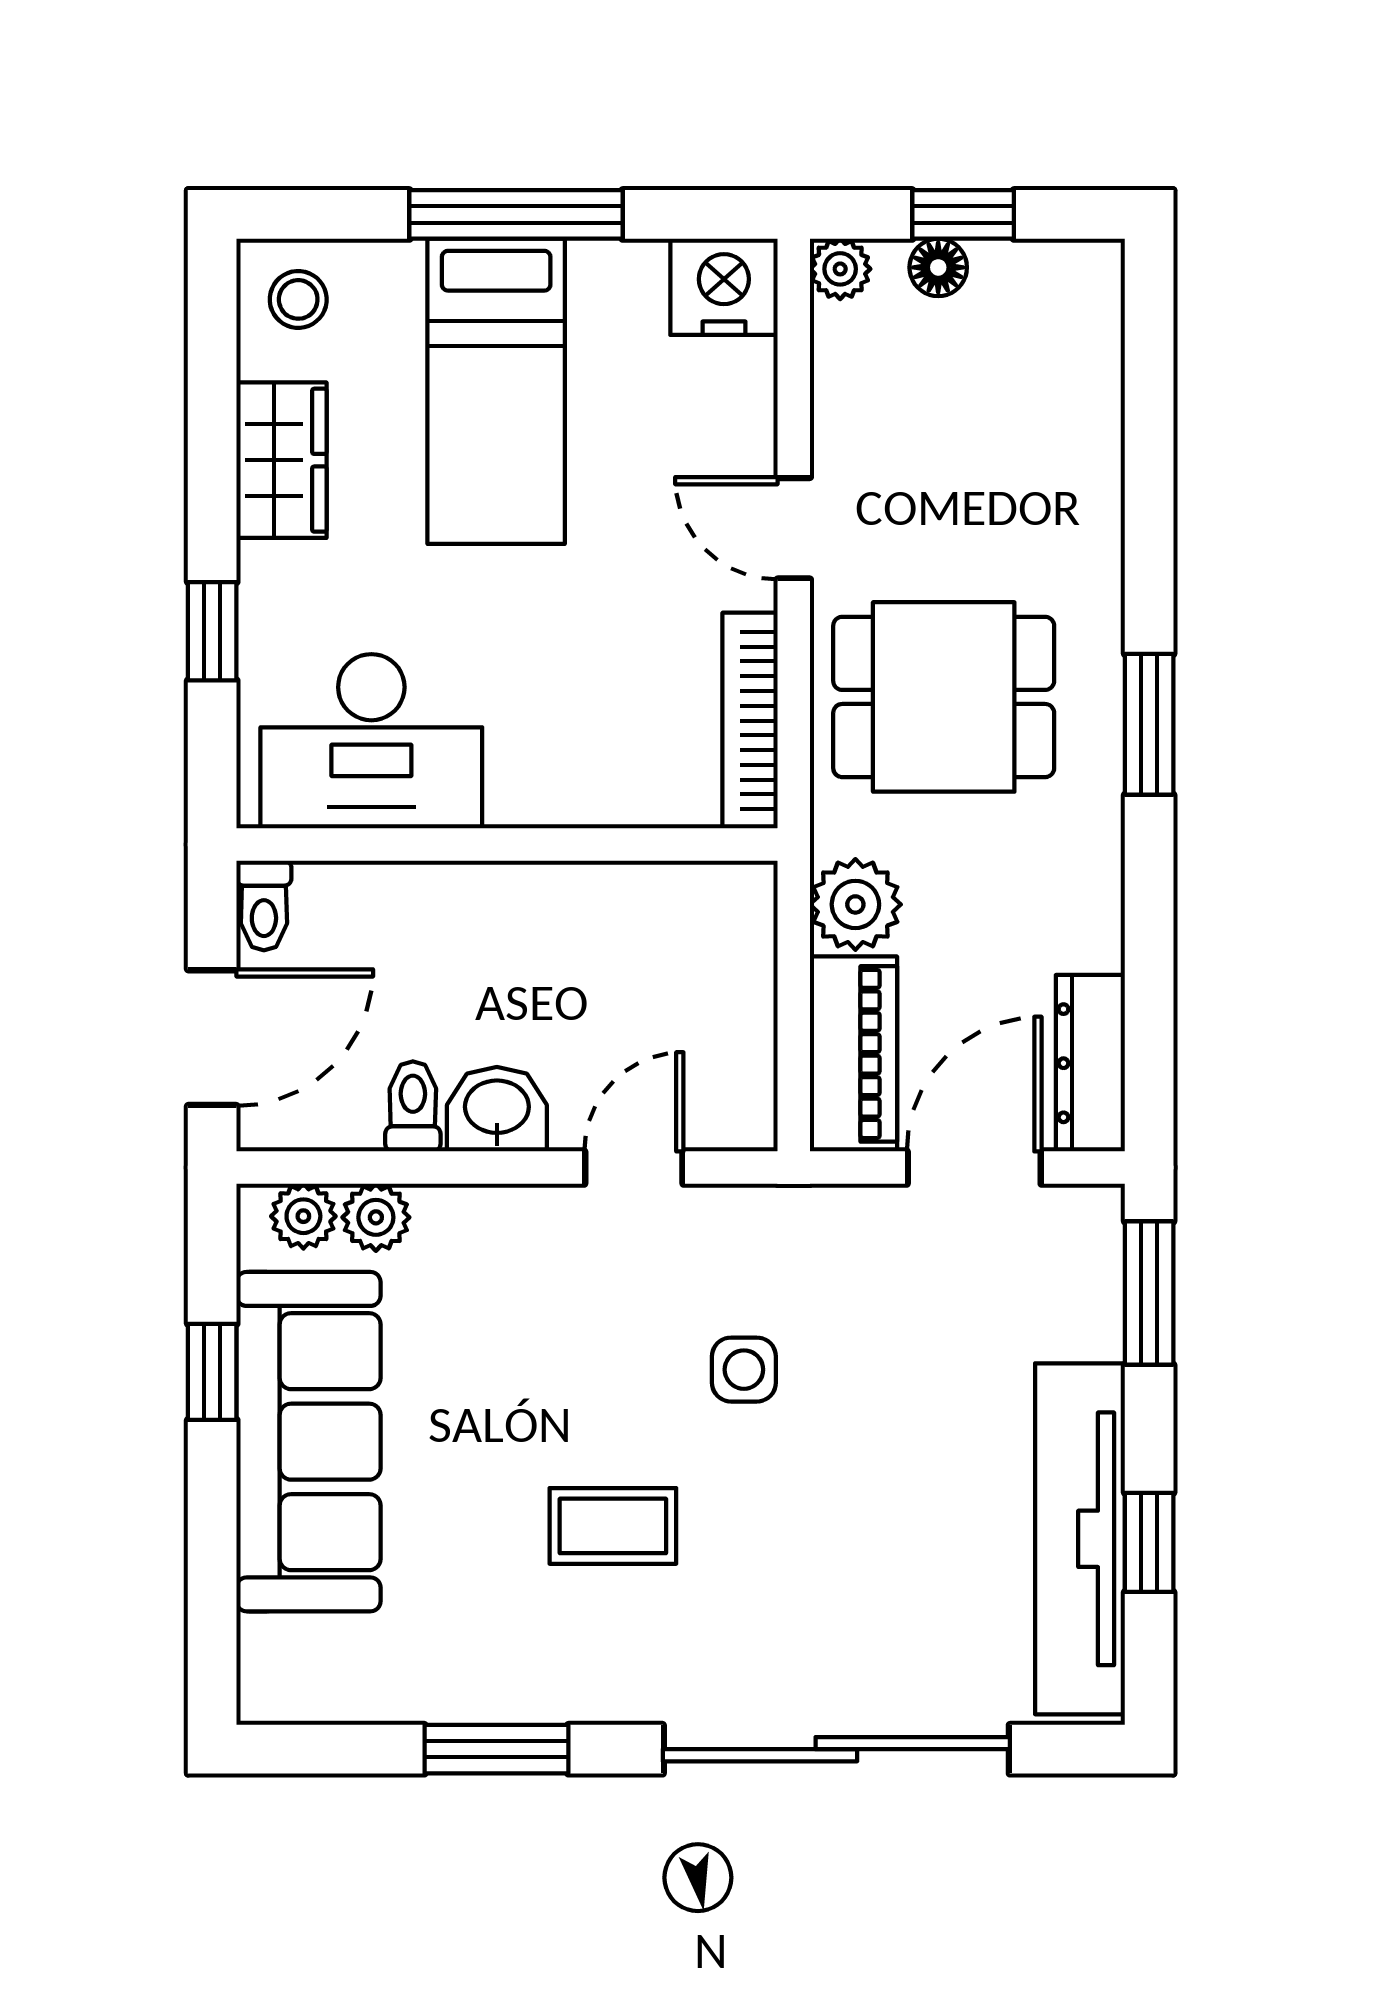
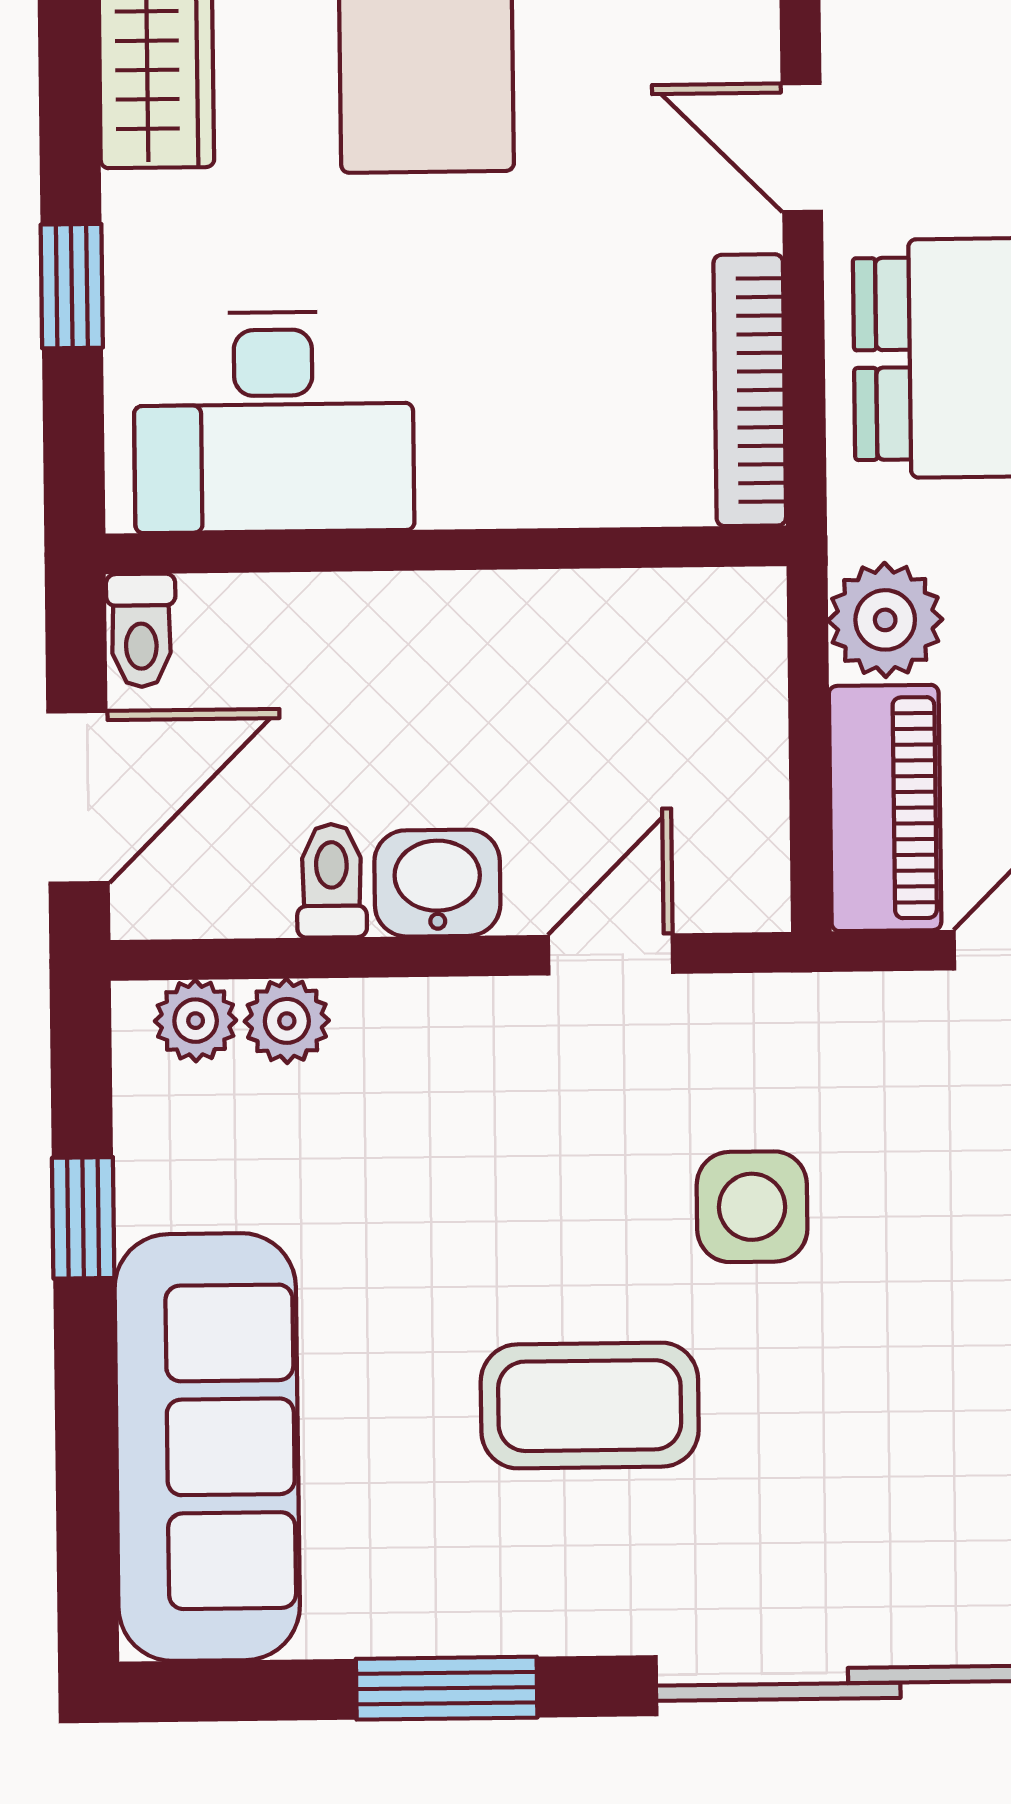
side table: (744, 1370) -> (752, 1207), width x1.37, depth x1.37
sofa: (308, 1442) -> (207, 1447), moved
coffee table: (613, 1526) -> (590, 1406), width x1.36, depth x1.30

